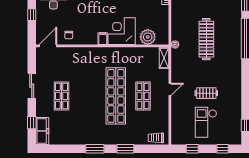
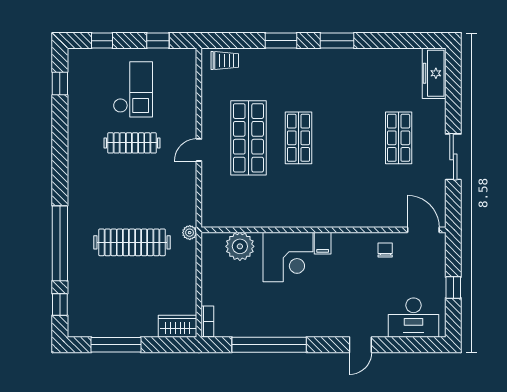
clothes rail: (206, 39) -> (132, 242), turned 90
door: (48, 46) -> (423, 230), swing flipped
shelving: (164, 58) -> (210, 208), removed
clothes rail: (206, 93) -> (132, 143), width x1.36
shop shelf: (116, 96) -> (298, 138), width x0.50, depth x0.74
shop shelf: (143, 96) -> (248, 138), width x1.43, depth x1.36
window: (32, 123) -> (453, 89), removed

